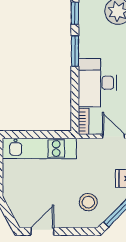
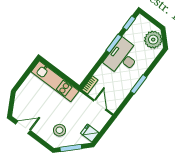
desk: (97, 83) -> (122, 57), moved

